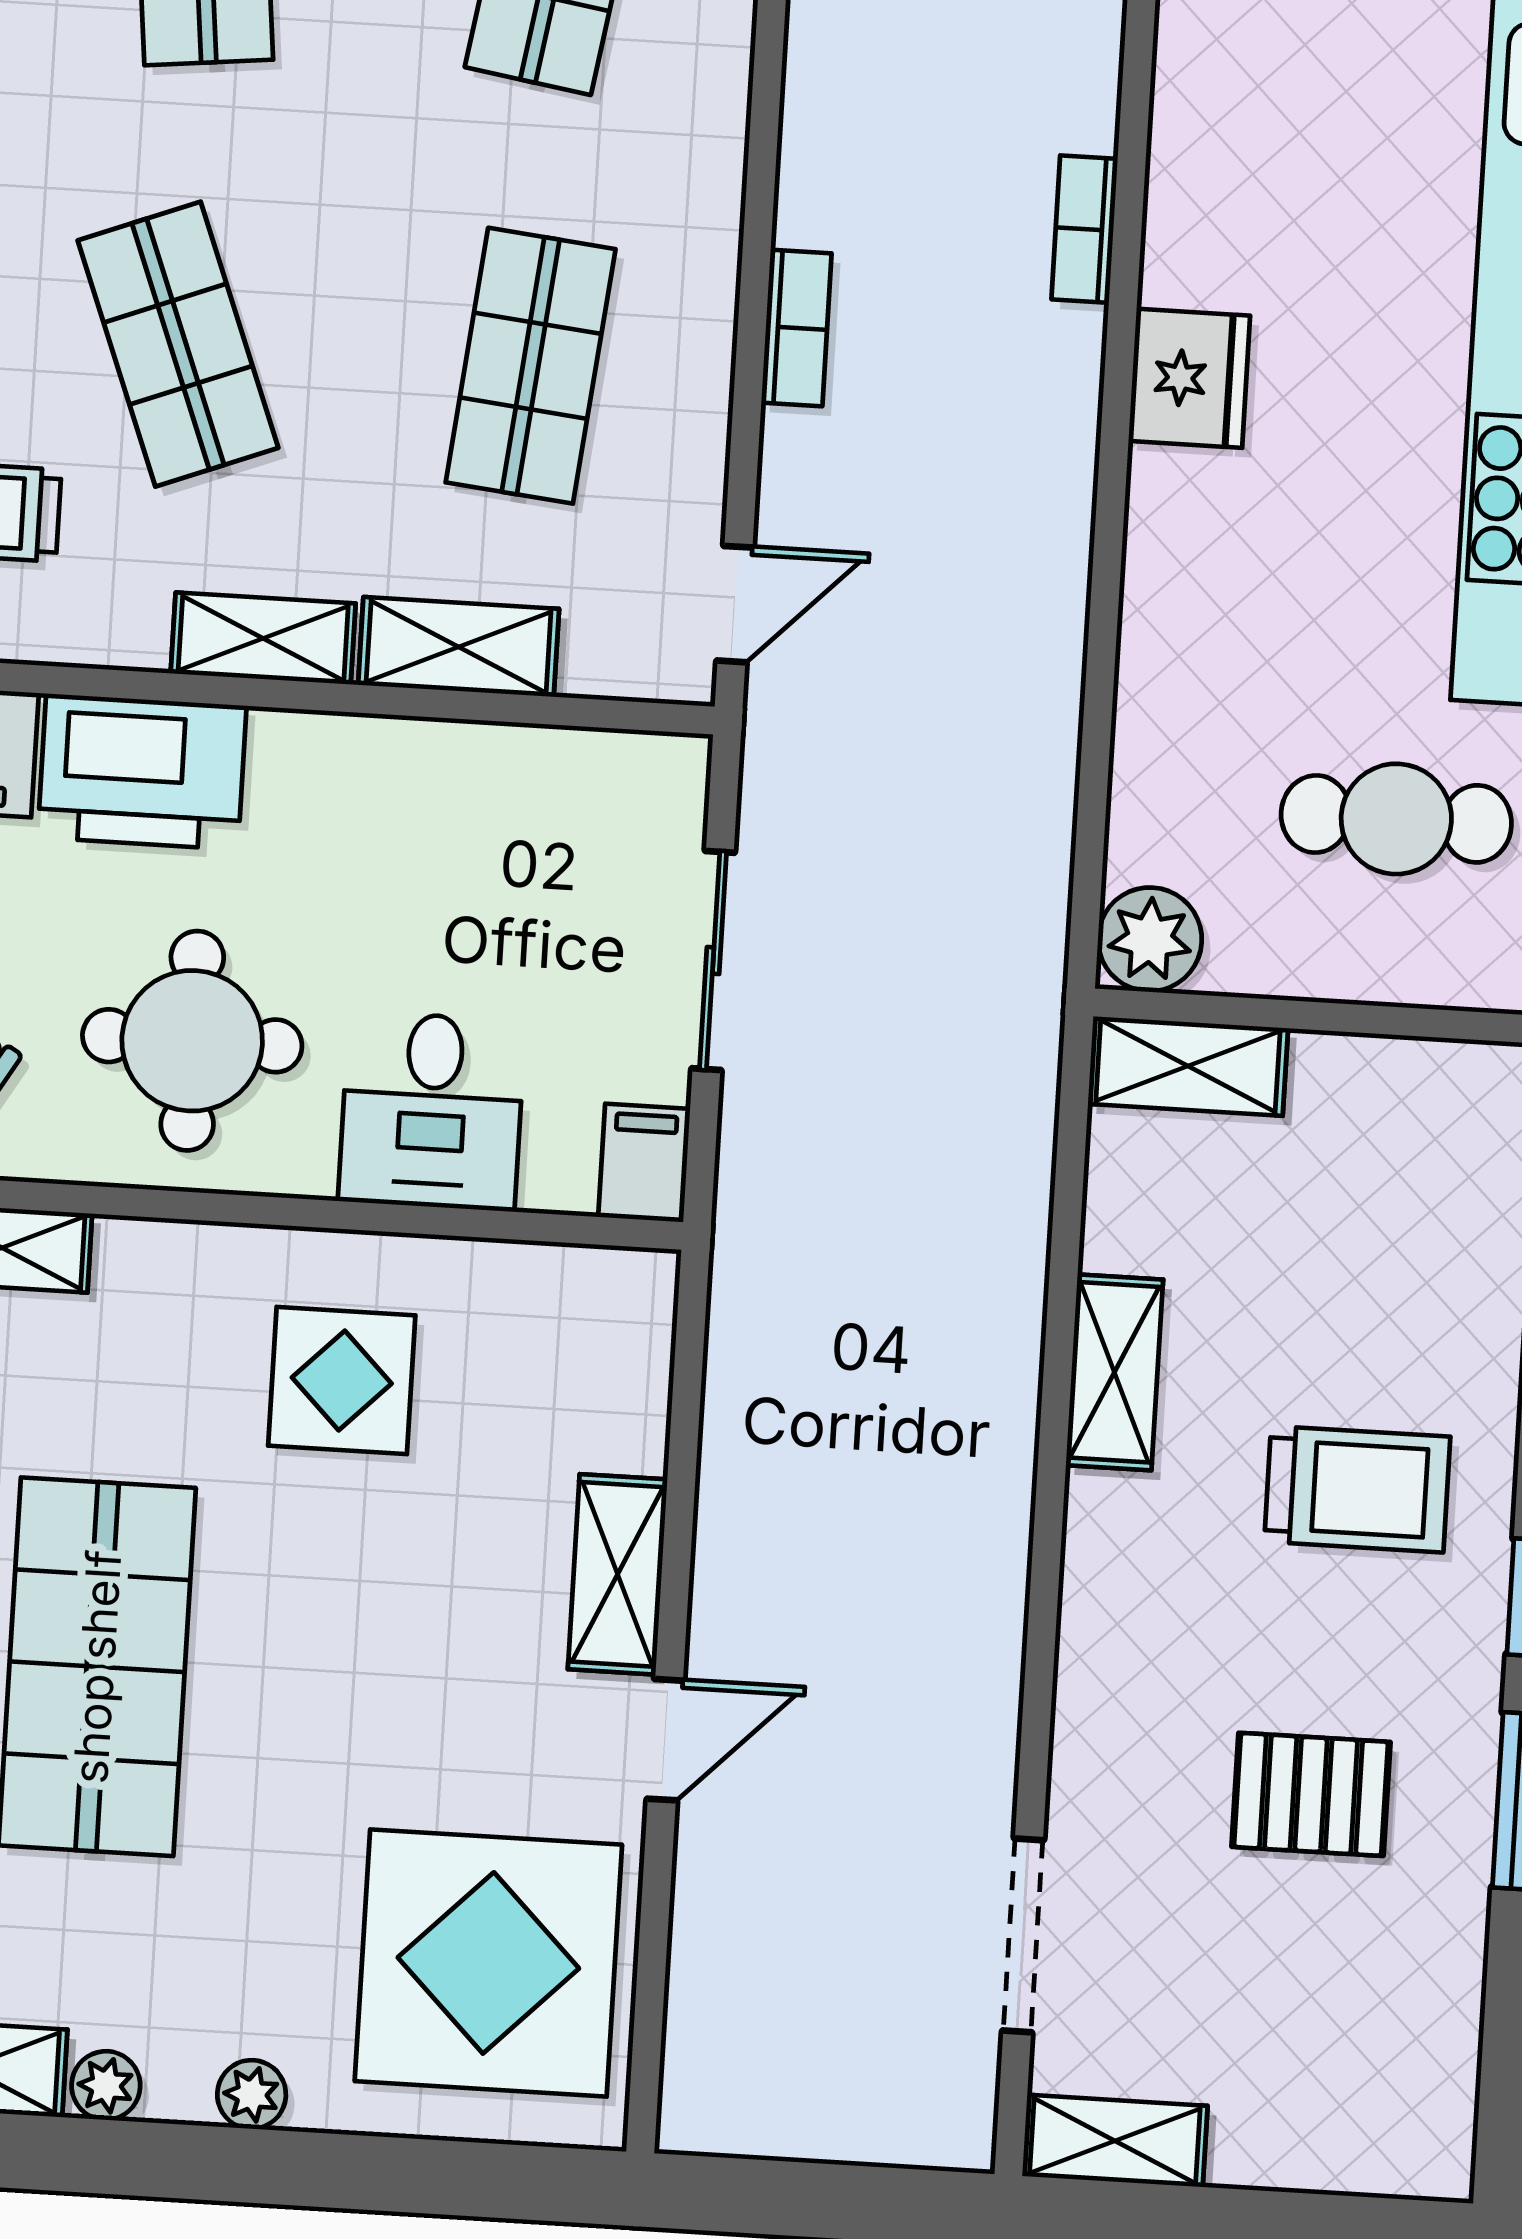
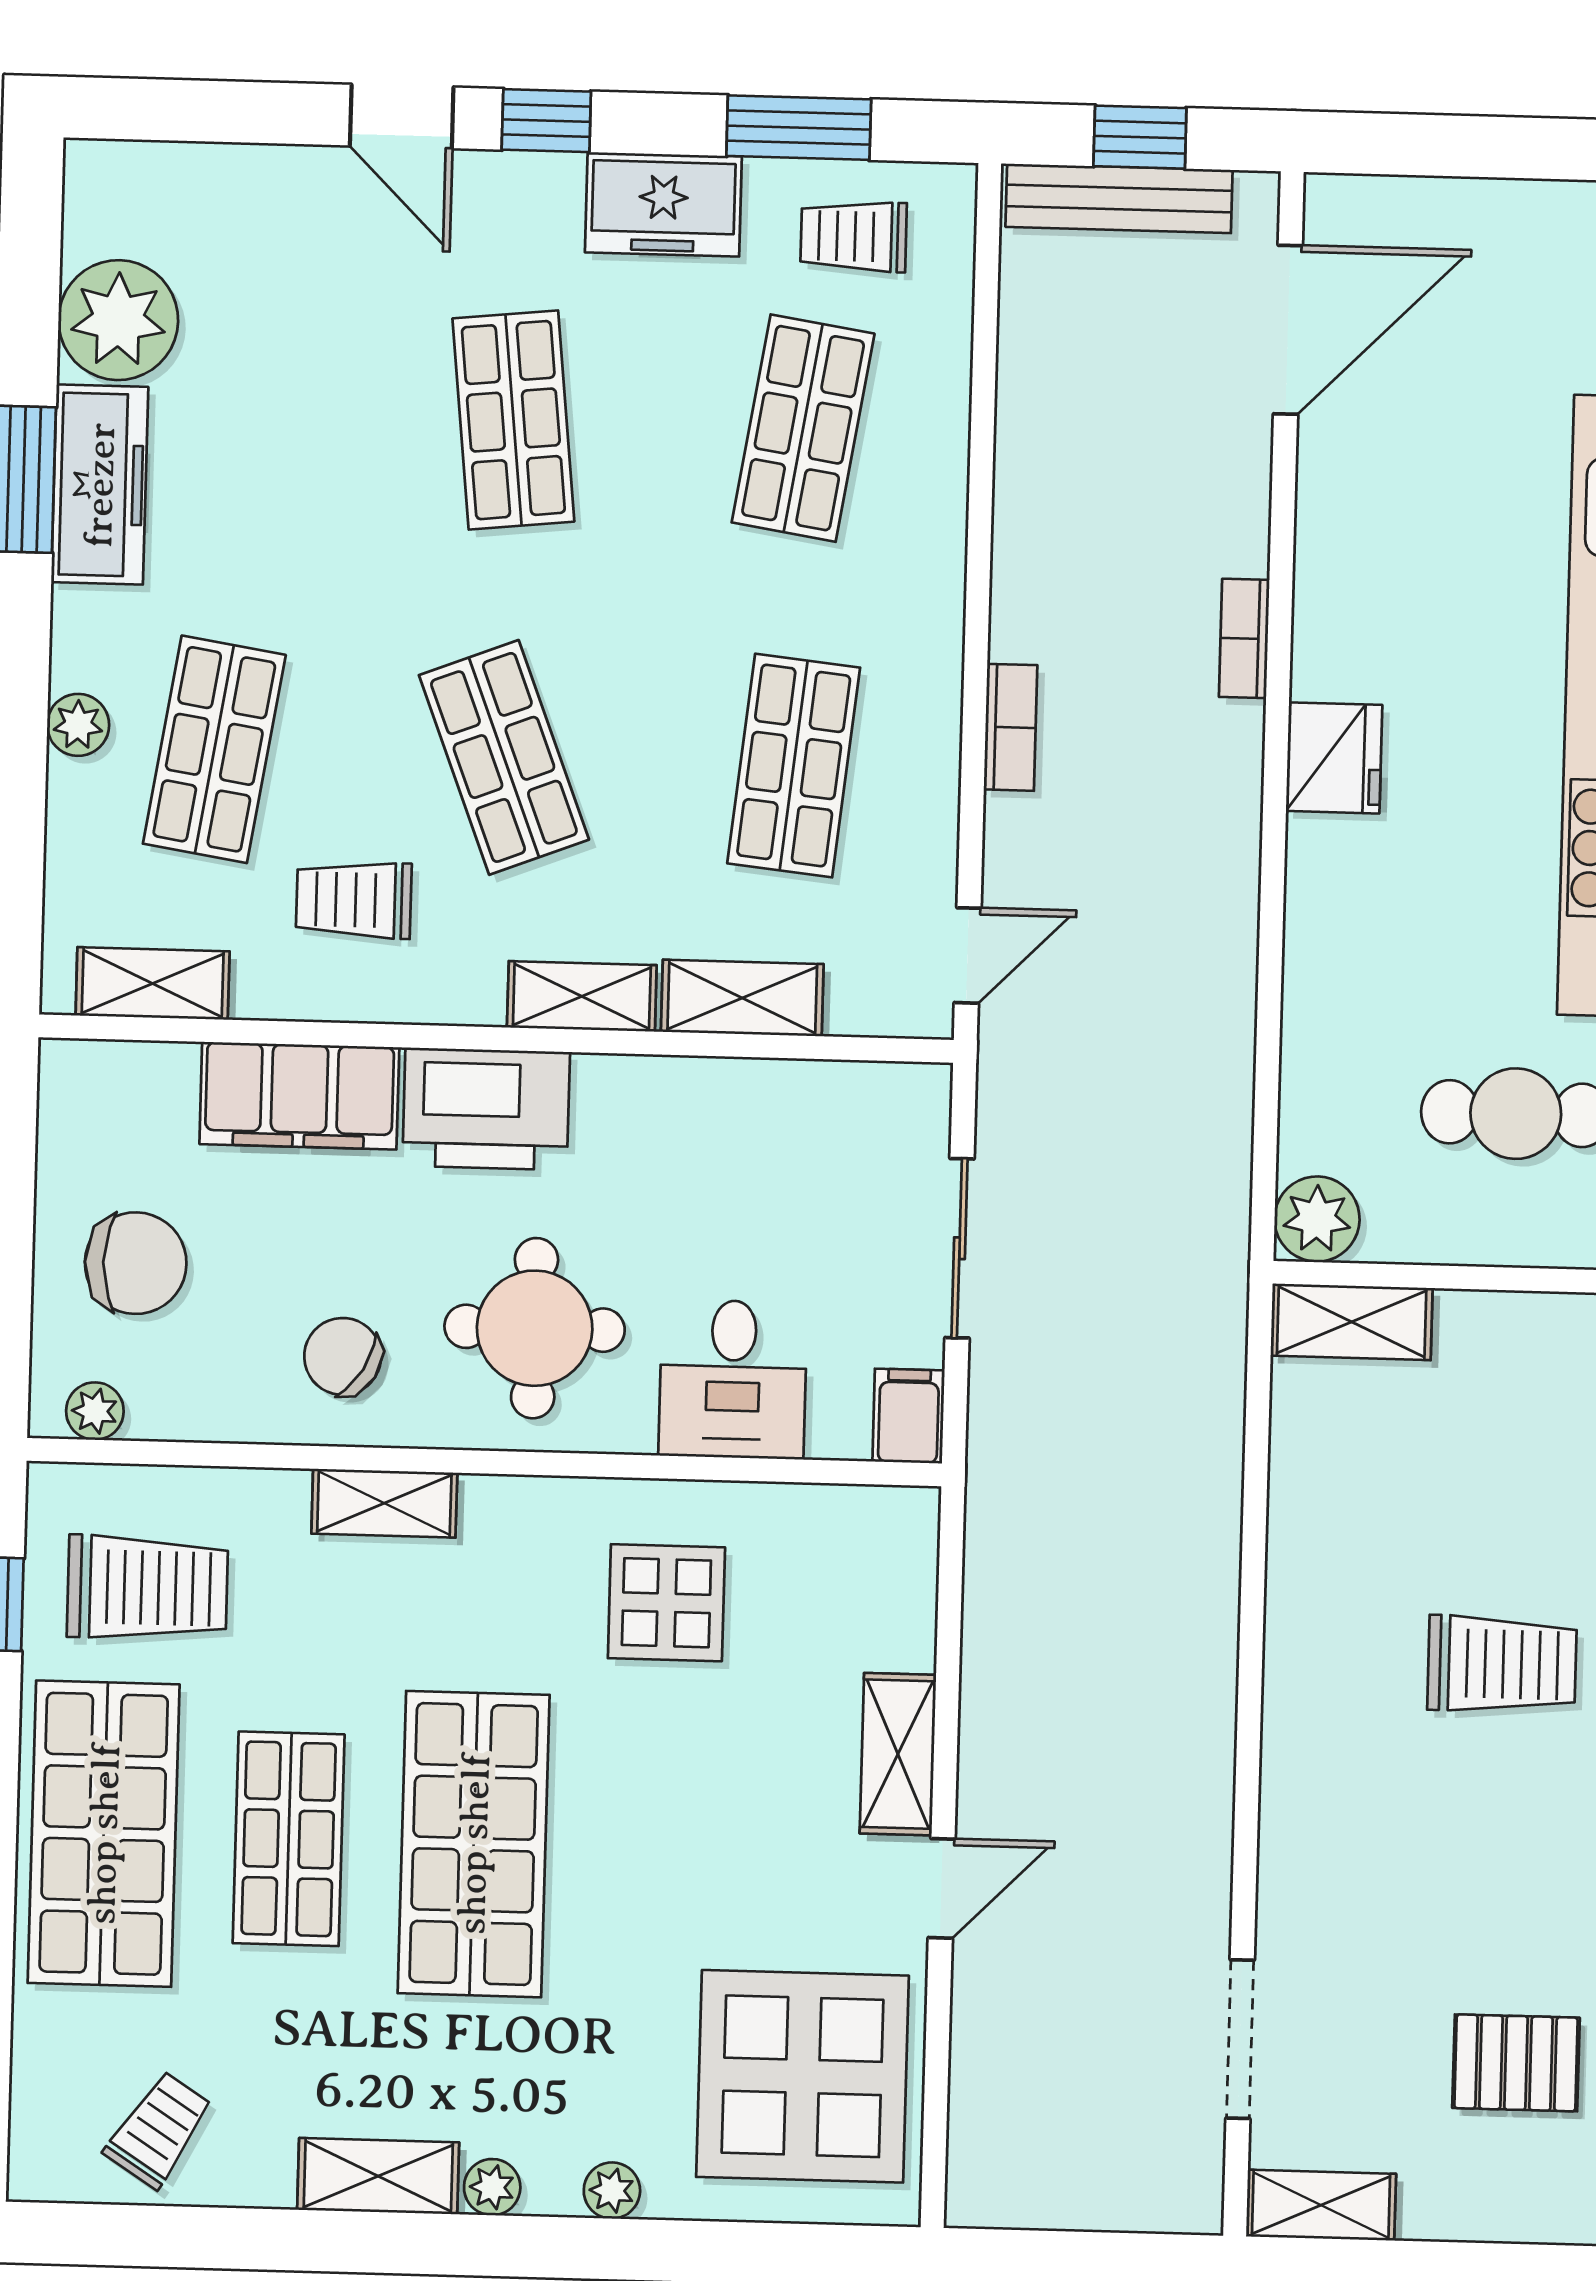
shelving: (1114, 1372) -> (1300, 1575), removed
pallet: (1311, 1794) -> (1516, 2063), moved

